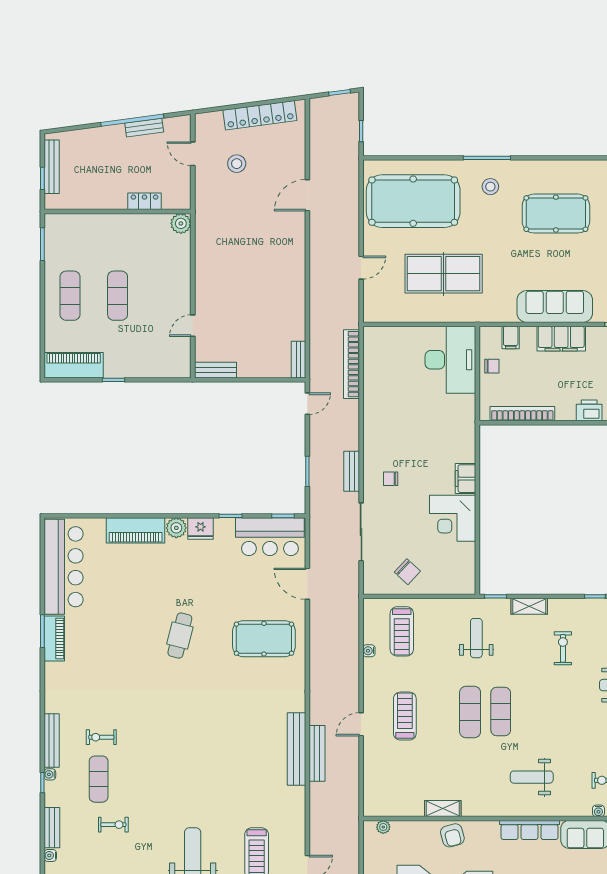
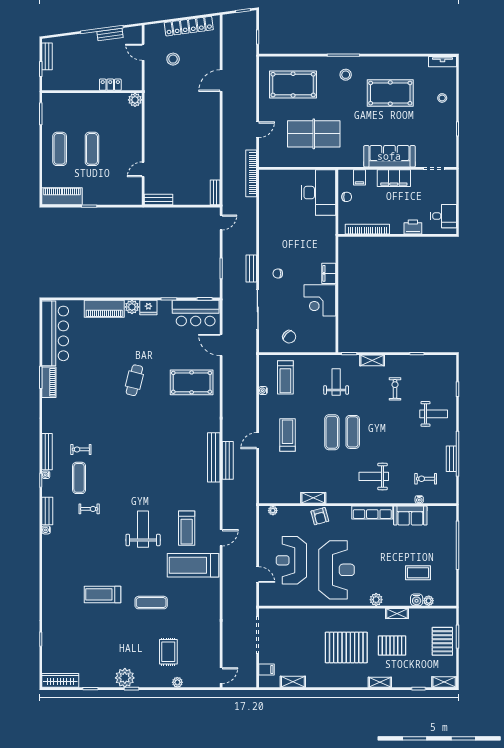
bench: (52, 167) -> (47, 56), width x0.73
pool table: (413, 201) -> (293, 85), width x0.73, depth x0.76
bookcase: (351, 364) -> (251, 173), moved

